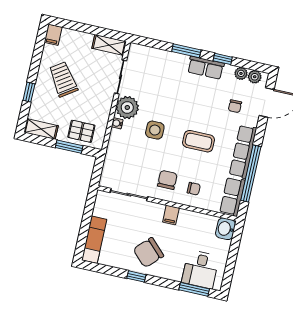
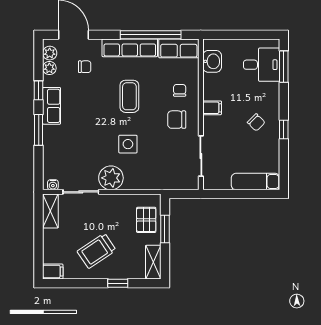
water cooler: (117, 123) -> (53, 185), moved
washbasin: (225, 229) -> (212, 61), moved, turned -90
chair: (148, 253) -> (256, 122), width x0.54, depth x0.54

